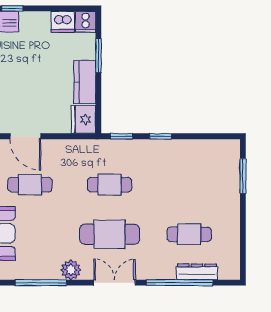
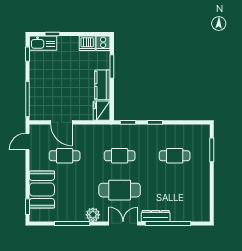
cafe table: (189, 234) -> (175, 156), moved
dresser: (197, 272) -> (156, 216), moved

